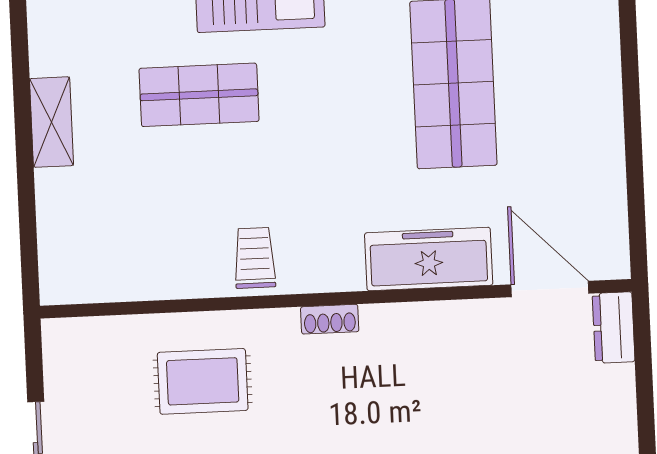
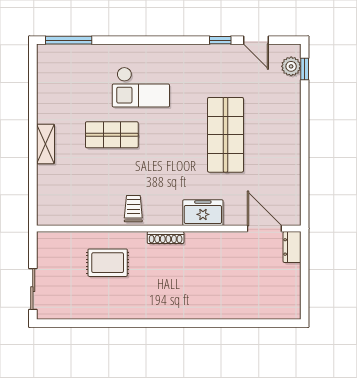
freezer: (429, 259) -> (203, 213), width x0.71
shoe rack: (330, 319) -> (166, 237), width x1.43

